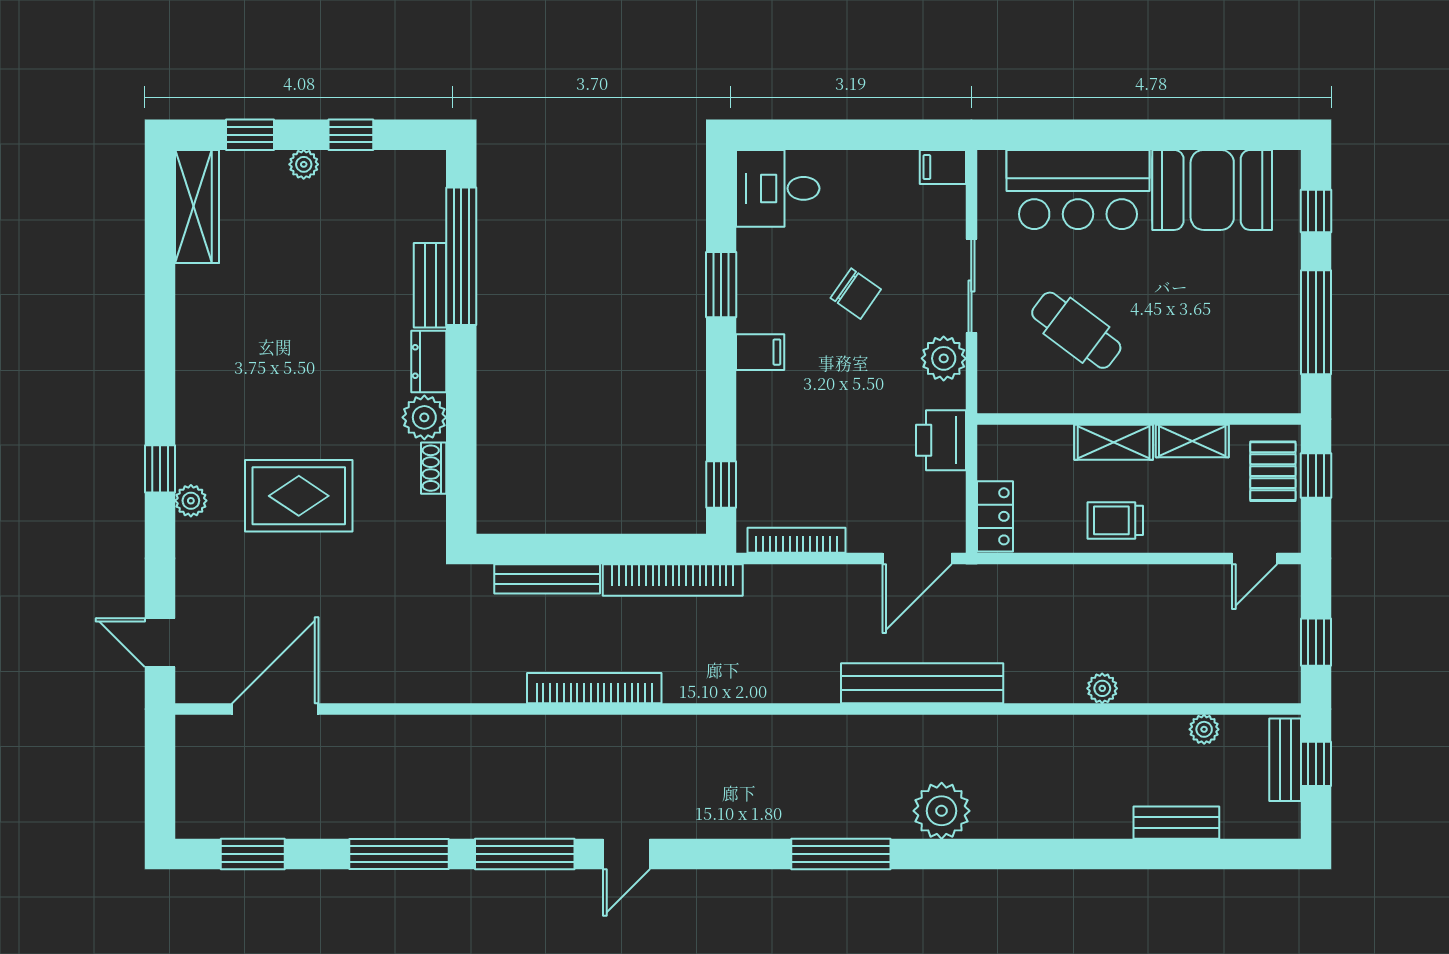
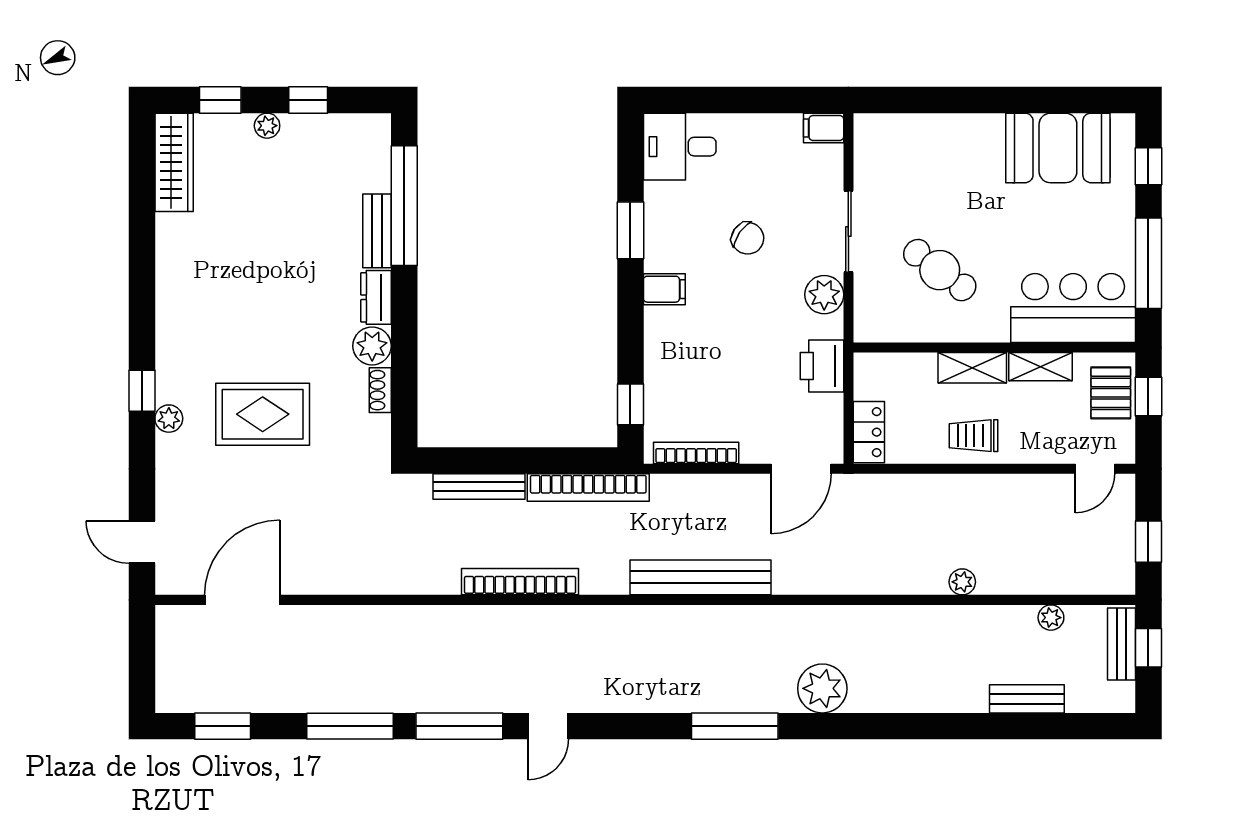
bar counter: (1078, 190) -> (1073, 308), moved, turned 180
bench: (922, 683) -> (701, 577), moved

